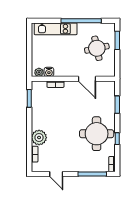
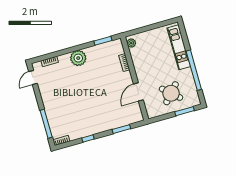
round table: (97, 48) -> (171, 93), turned -36
water cooler: (49, 72) -> (134, 53), removed
round table: (97, 134) -> (87, 117), removed
plant: (39, 137) -> (78, 58), moved
door: (56, 174) -> (33, 77), moved

